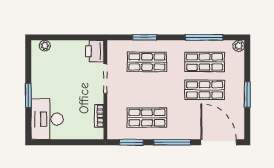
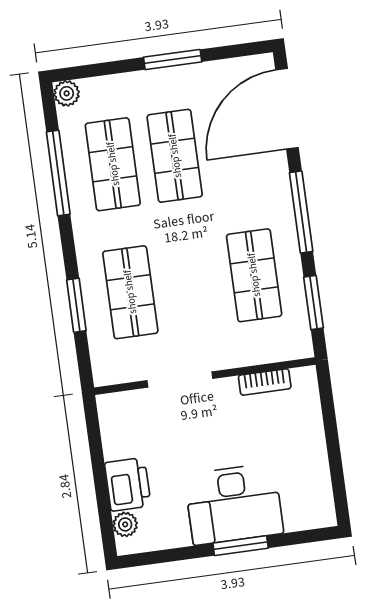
printer: (95, 51) -> (128, 484), moved, turned -90
desk: (47, 119) -> (234, 504), moved

